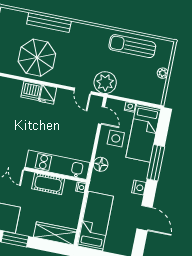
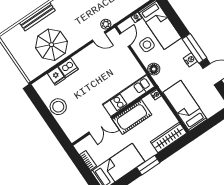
plant: (105, 83) -> (106, 24), width x0.53, depth x0.53
fridge: (48, 94) -> (56, 76), moved
door: (102, 115) -> (125, 40), hinge flipped
window: (156, 163) -> (194, 48), moved
cot: (48, 184) -> (132, 117), width x1.37, depth x1.34

